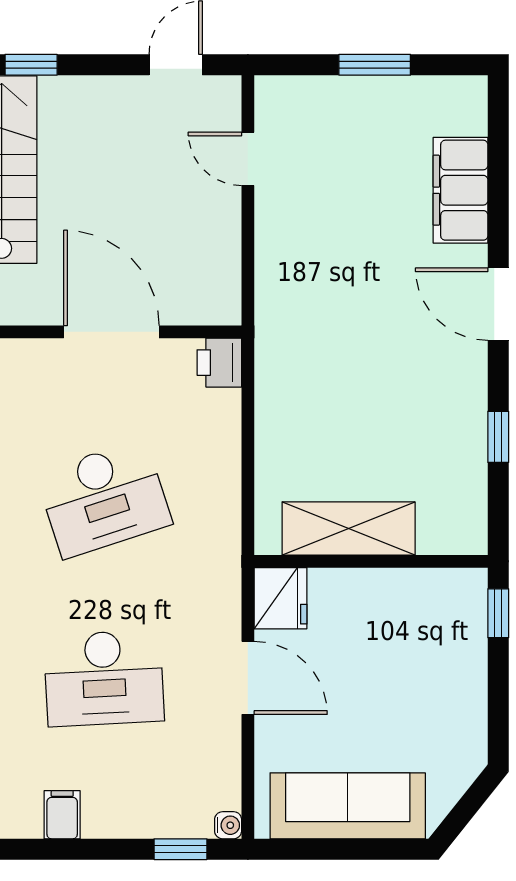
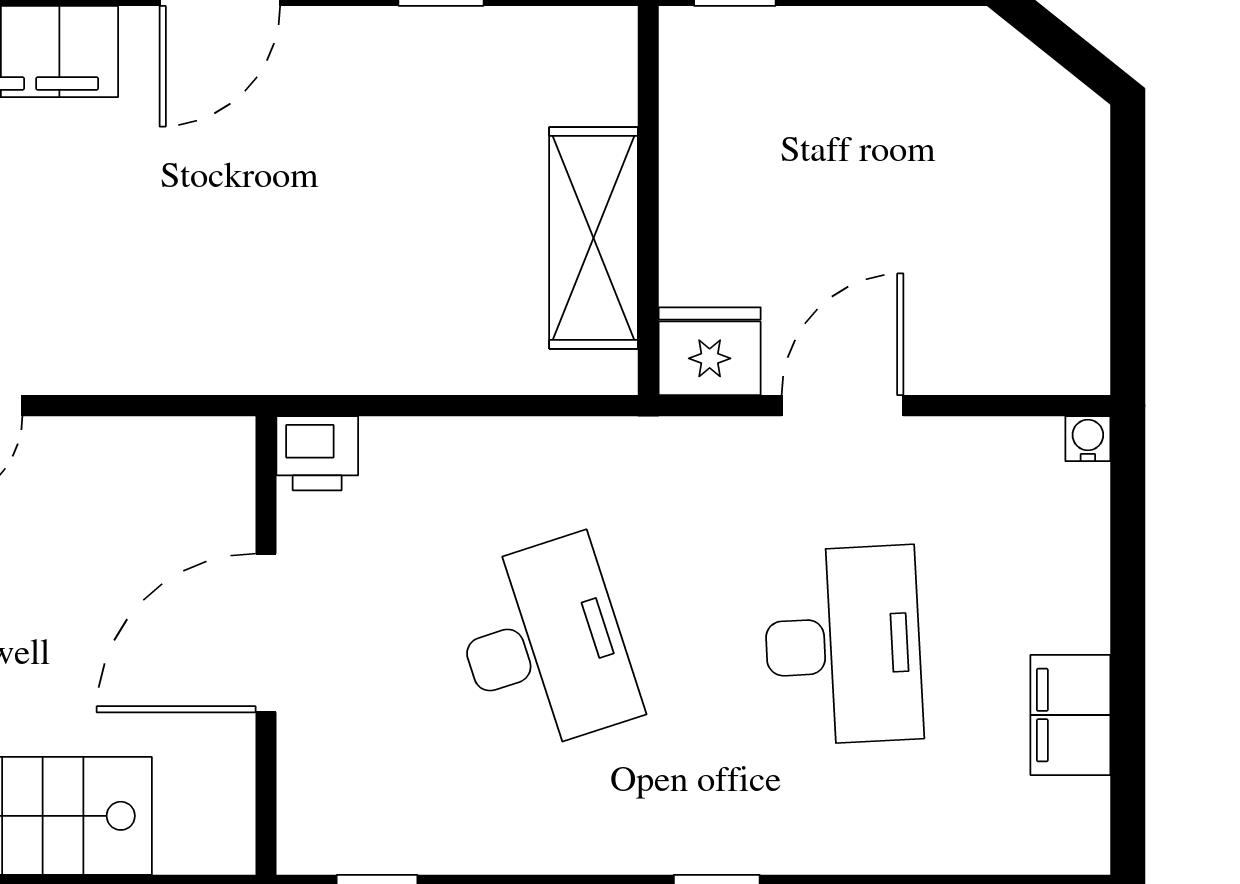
sofa: (348, 806) -> (1055, 239), removed
filing cabinet: (62, 815) -> (1070, 715), width x2.00
window: (181, 849) -> (1128, 518), removed

